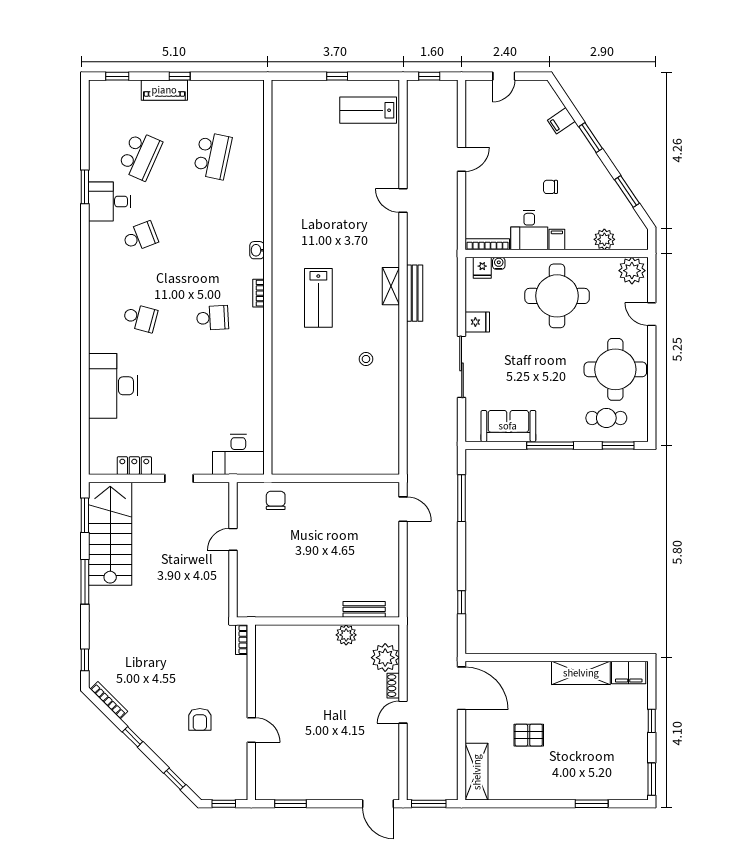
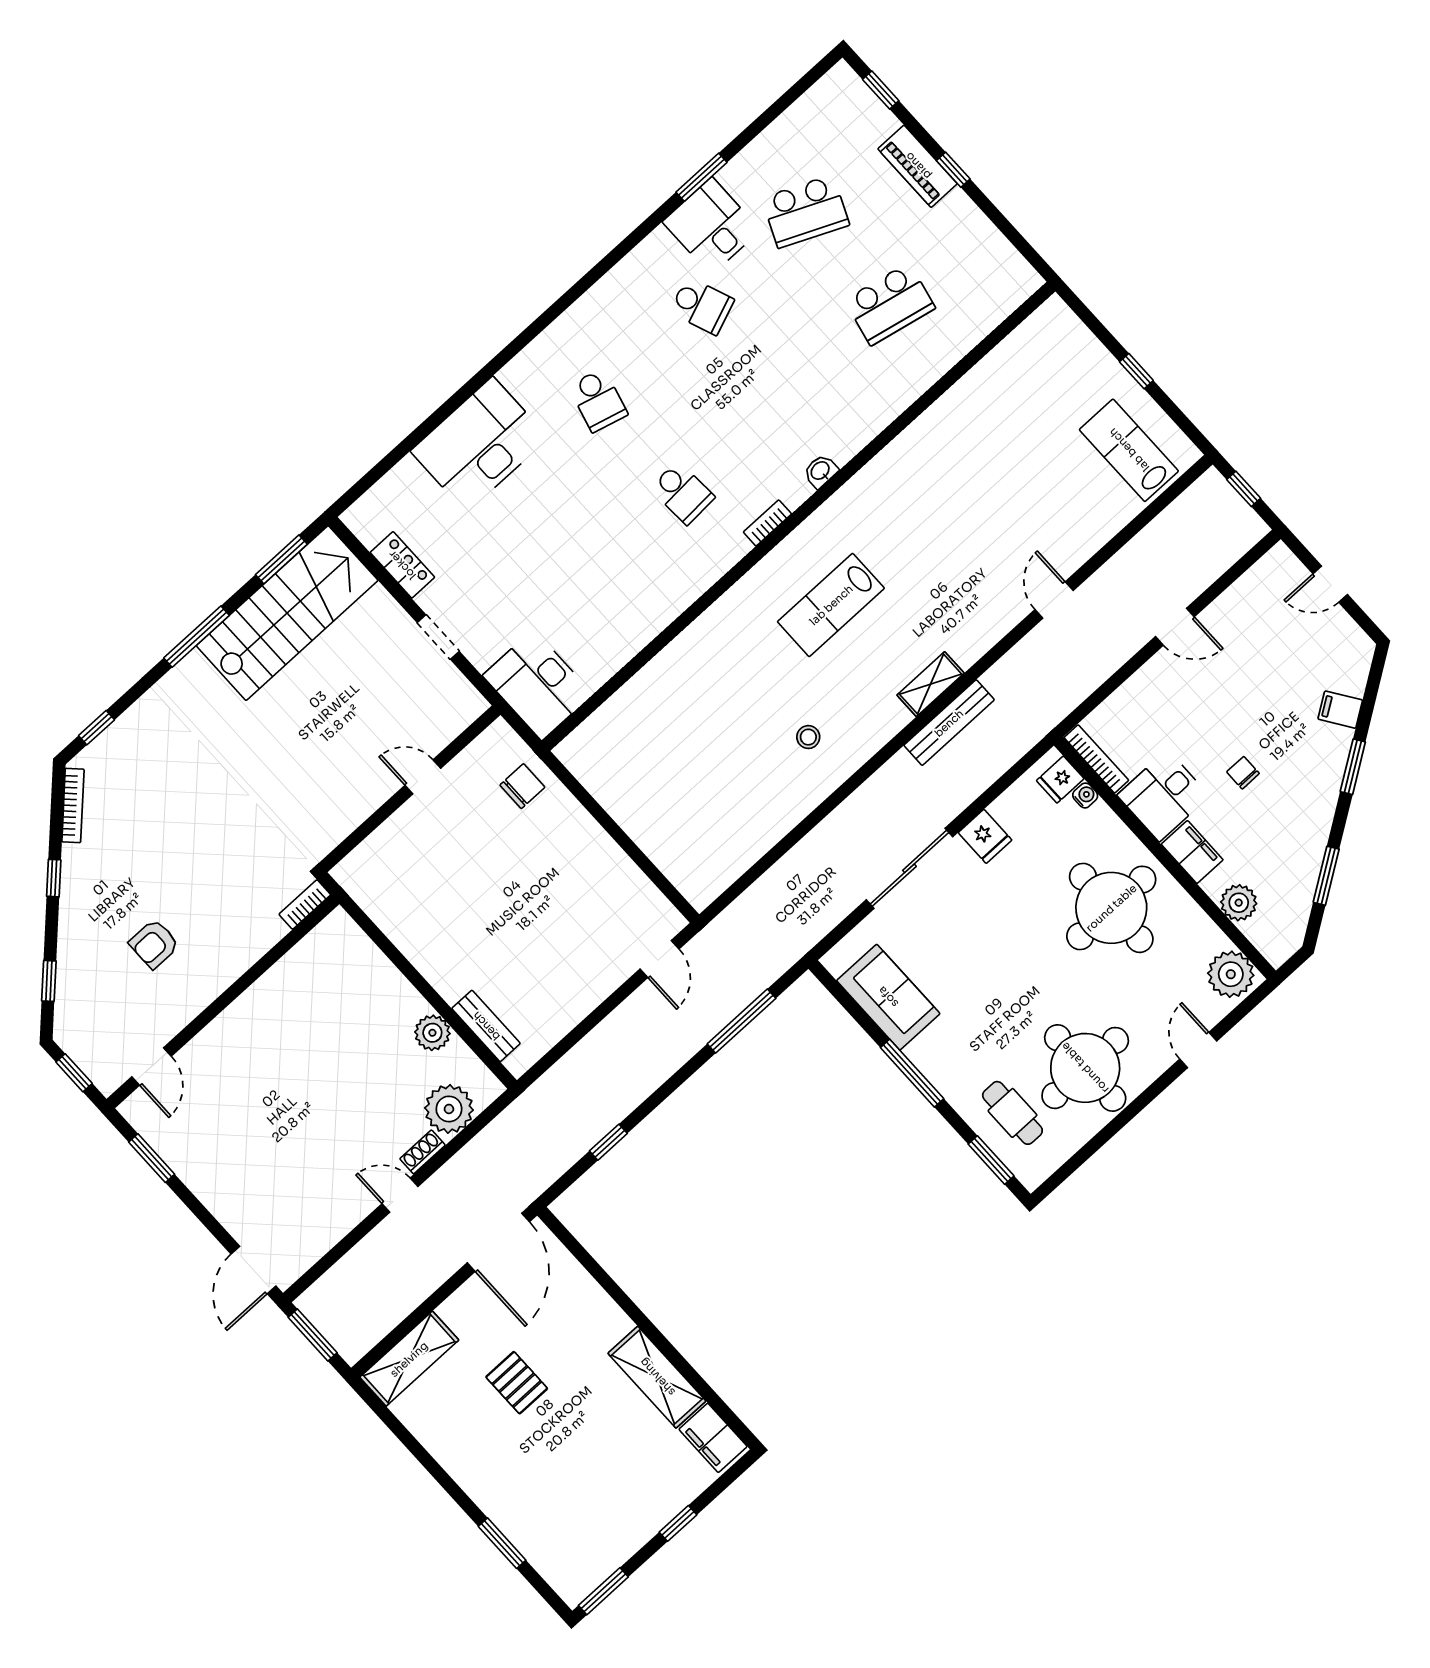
filing cabinet: (557, 240) -> (1192, 852), width x2.00
door: (251, 730) -> (152, 1066), moved

